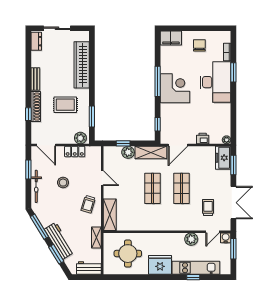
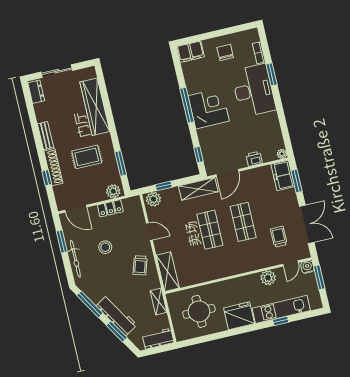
plant: (128, 152) -> (153, 199), moved

